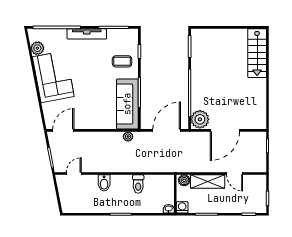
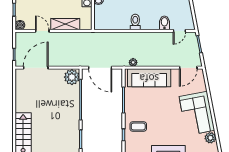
sofa: (127, 104) -> (149, 78), moved, turned 90
door: (167, 130) -> (100, 68), hinge flipped
door: (225, 130) -> (36, 68), moved
boiler: (184, 180) -> (20, 25), moved
bidet: (104, 183) -> (164, 23), moved
toilet: (138, 184) -> (135, 22), moved

